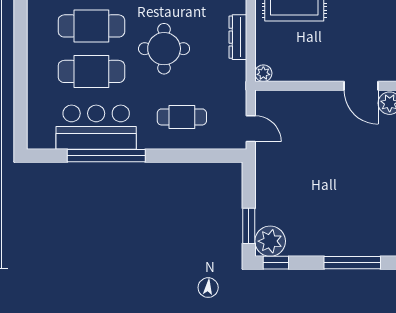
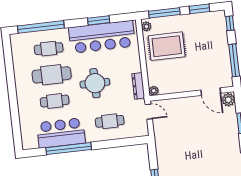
dresser: (238, 37) -> (138, 86), moved
cafe table: (91, 71) -> (55, 101), width x0.73, depth x0.74
door: (251, 129) -> (149, 112), moved

